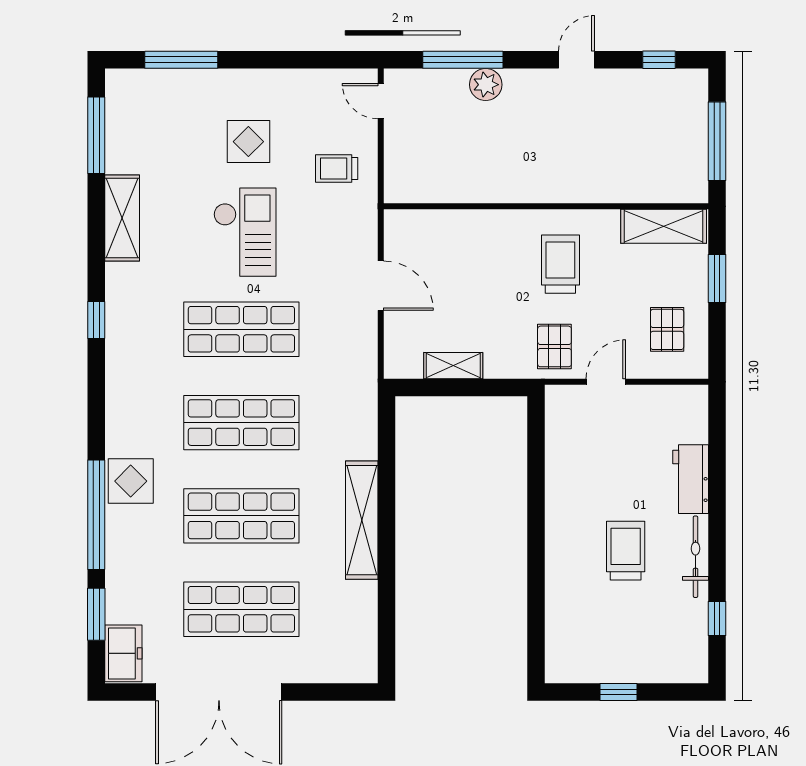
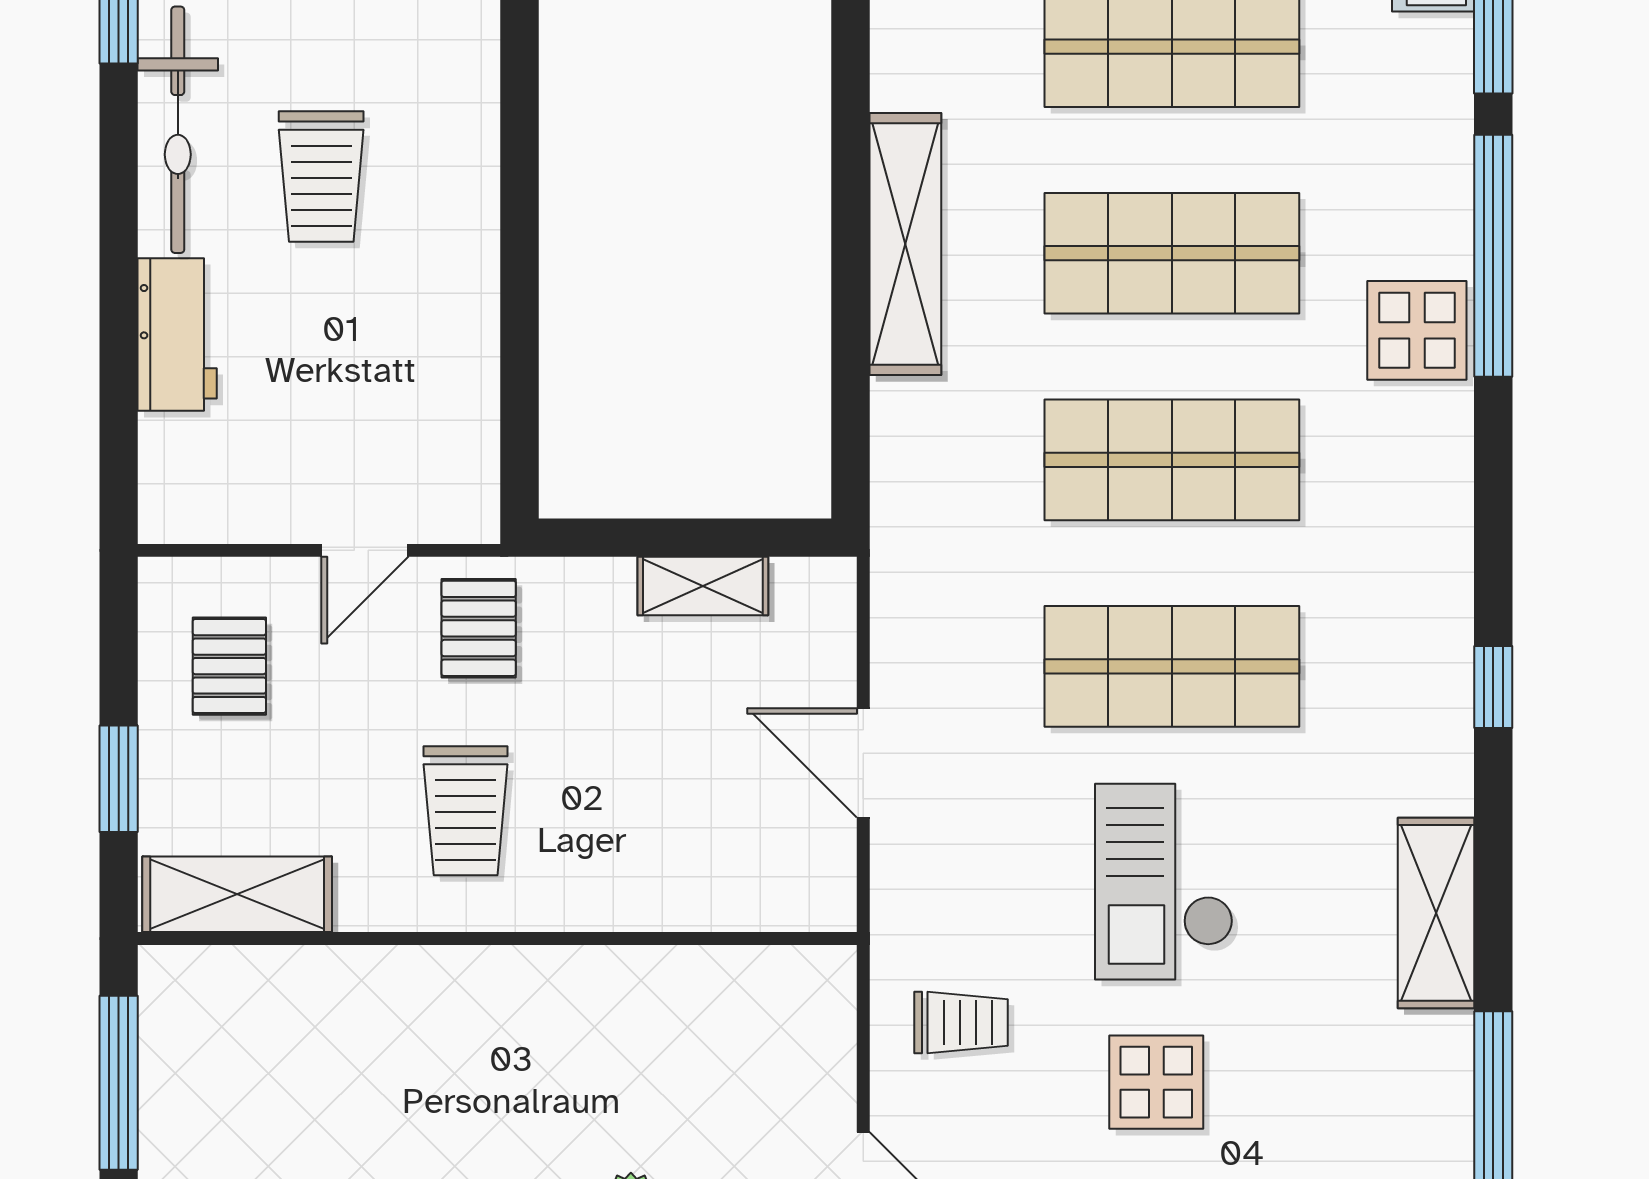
bicycle: (696, 557) -> (178, 130), width x1.37, depth x1.40

